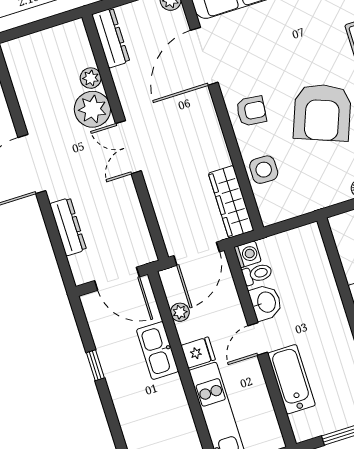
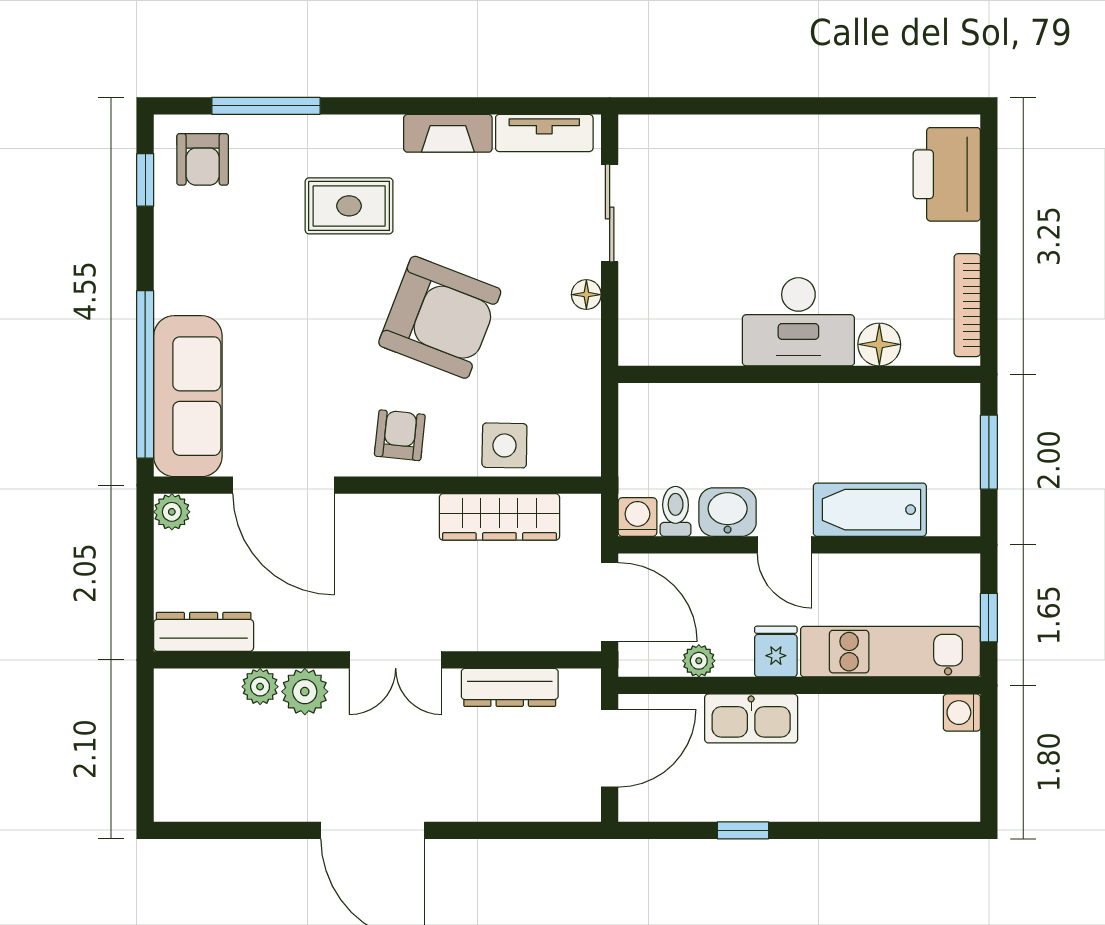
plant: (92, 109) -> (305, 692), width x0.73, depth x0.73
wardrobe: (231, 202) -> (499, 517), moved
dresser: (68, 227) -> (510, 687), moved, turned 180

